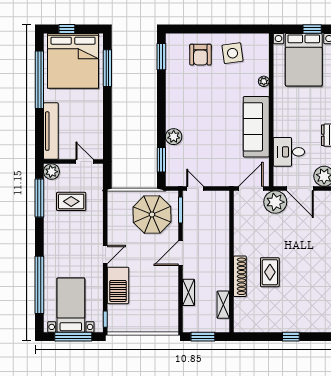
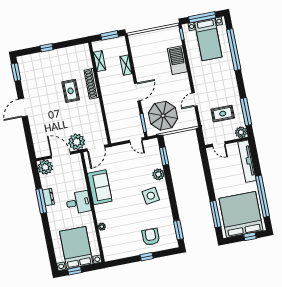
window: (211, 29) -> (147, 257), added
side table: (233, 53) -> (151, 196), moved
sofa: (256, 127) -> (100, 187), width x0.73
desk: (289, 152) -> (78, 202), moved
door: (105, 254) -> (195, 99), moved

